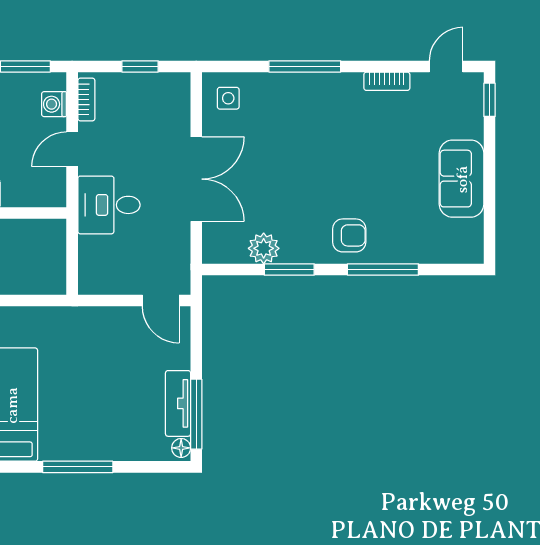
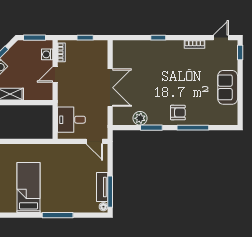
window: (305, 66) -> (158, 38), width x0.46
side table: (228, 98) -> (124, 52), removed
desk: (109, 205) -> (71, 120), moved

